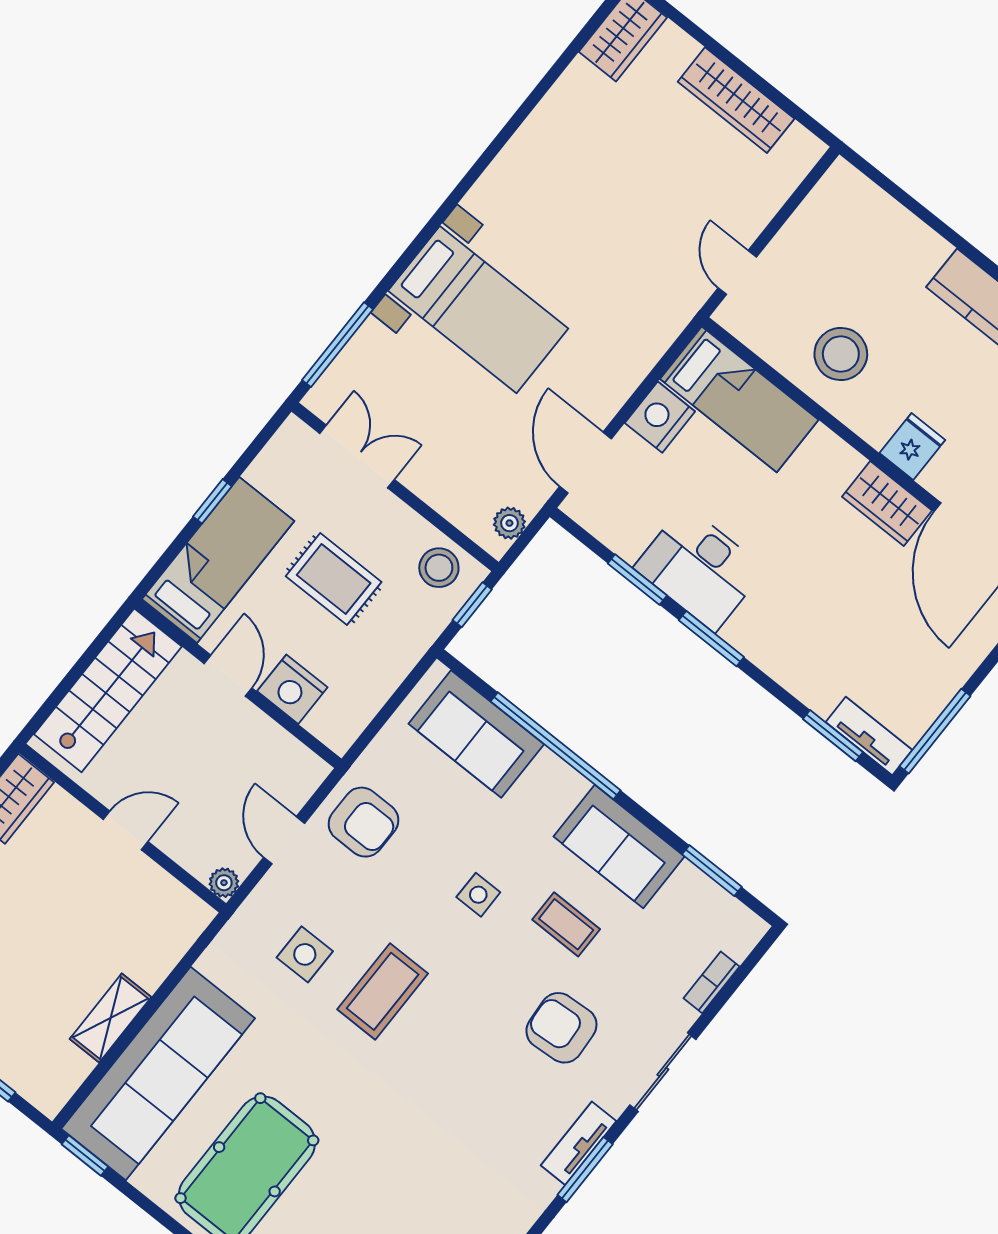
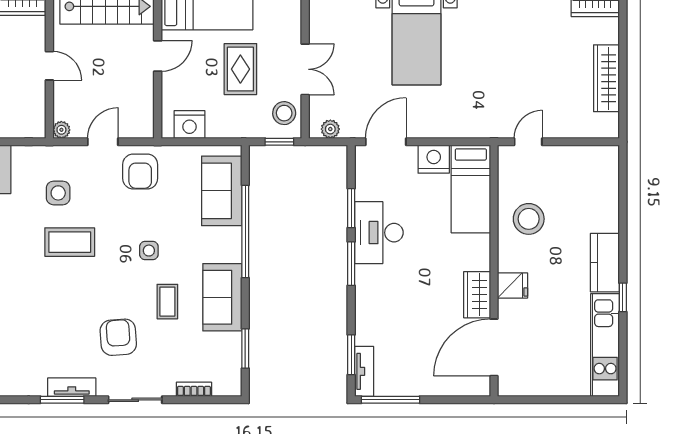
double door: (357, 456) -> (305, 69), moved
nightstand: (292, 689) -> (189, 125), moved, turned -90

